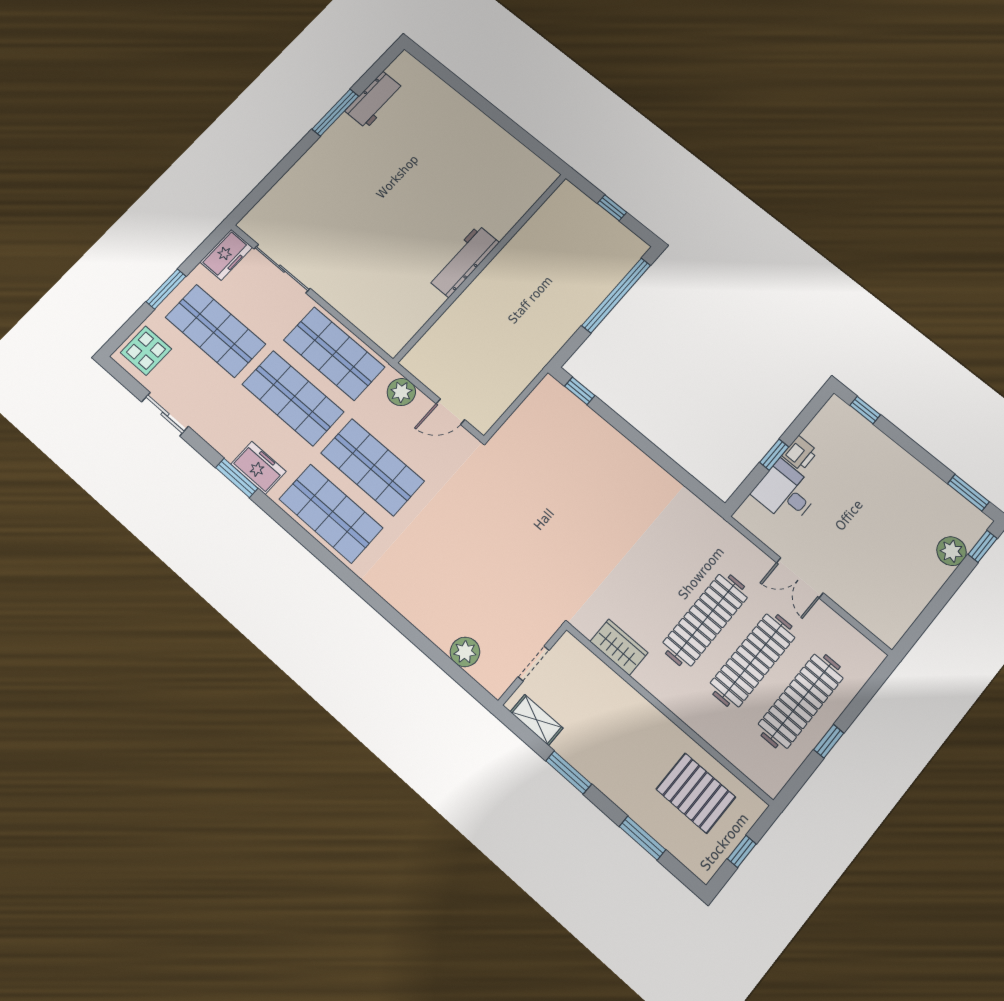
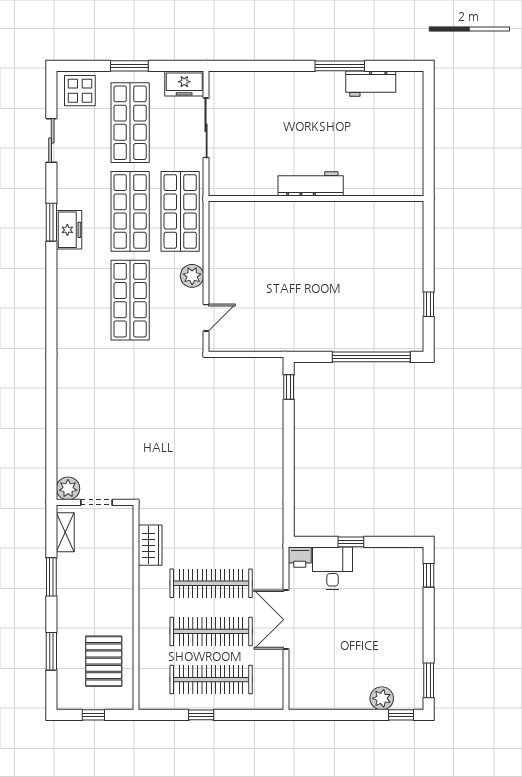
workbench: (464, 261) -> (311, 184), moved
wall: (481, 267) -> (316, 198), moved
door: (450, 412) -> (206, 318), swing flipped
printer: (800, 453) -> (300, 557), moved
shop shelf: (331, 513) -> (80, 300), removed
double door: (800, 578) -> (286, 620), width x1.37
plant: (465, 652) -> (68, 488), moved

